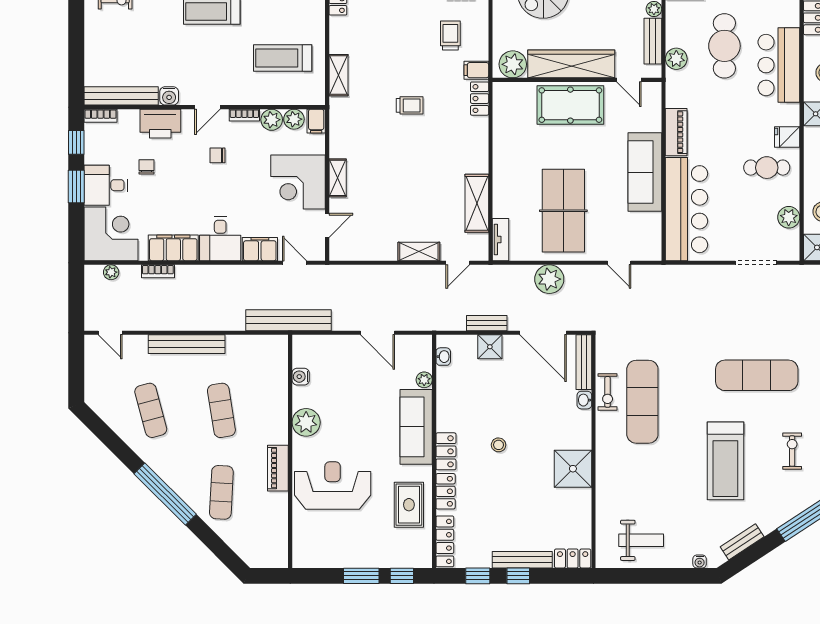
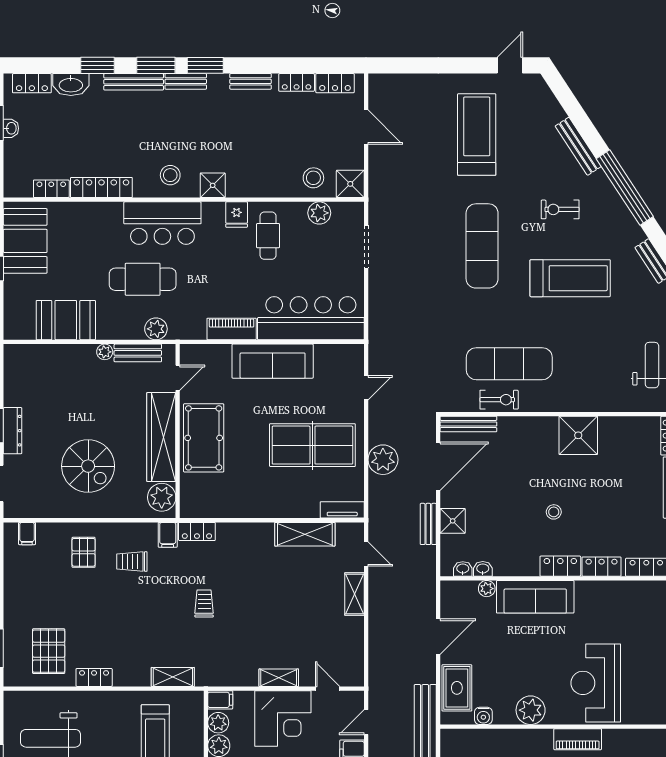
washbasin: (584, 400) -> (483, 569), moved, turned 180
rug: (409, 505) -> (457, 688), moved, turned 90

